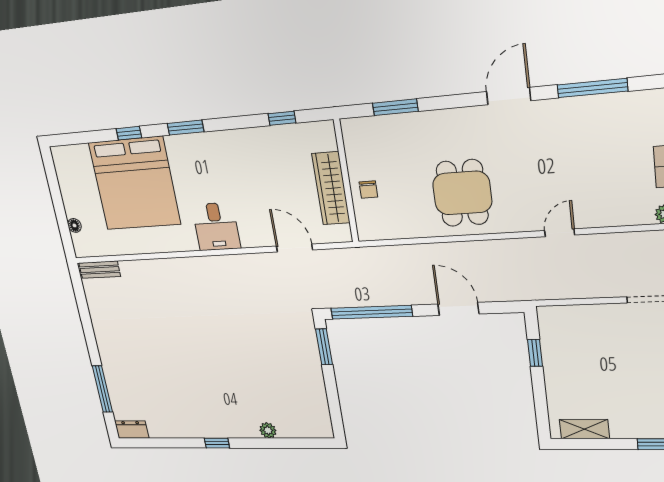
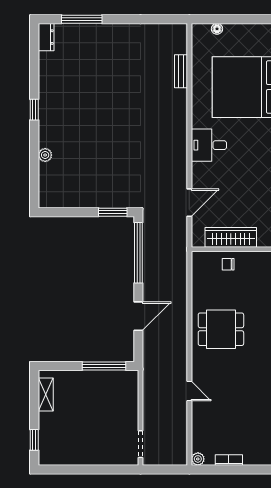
bench: (100, 270) -> (181, 71), moved
window: (535, 353) -> (104, 366), width x2.17

